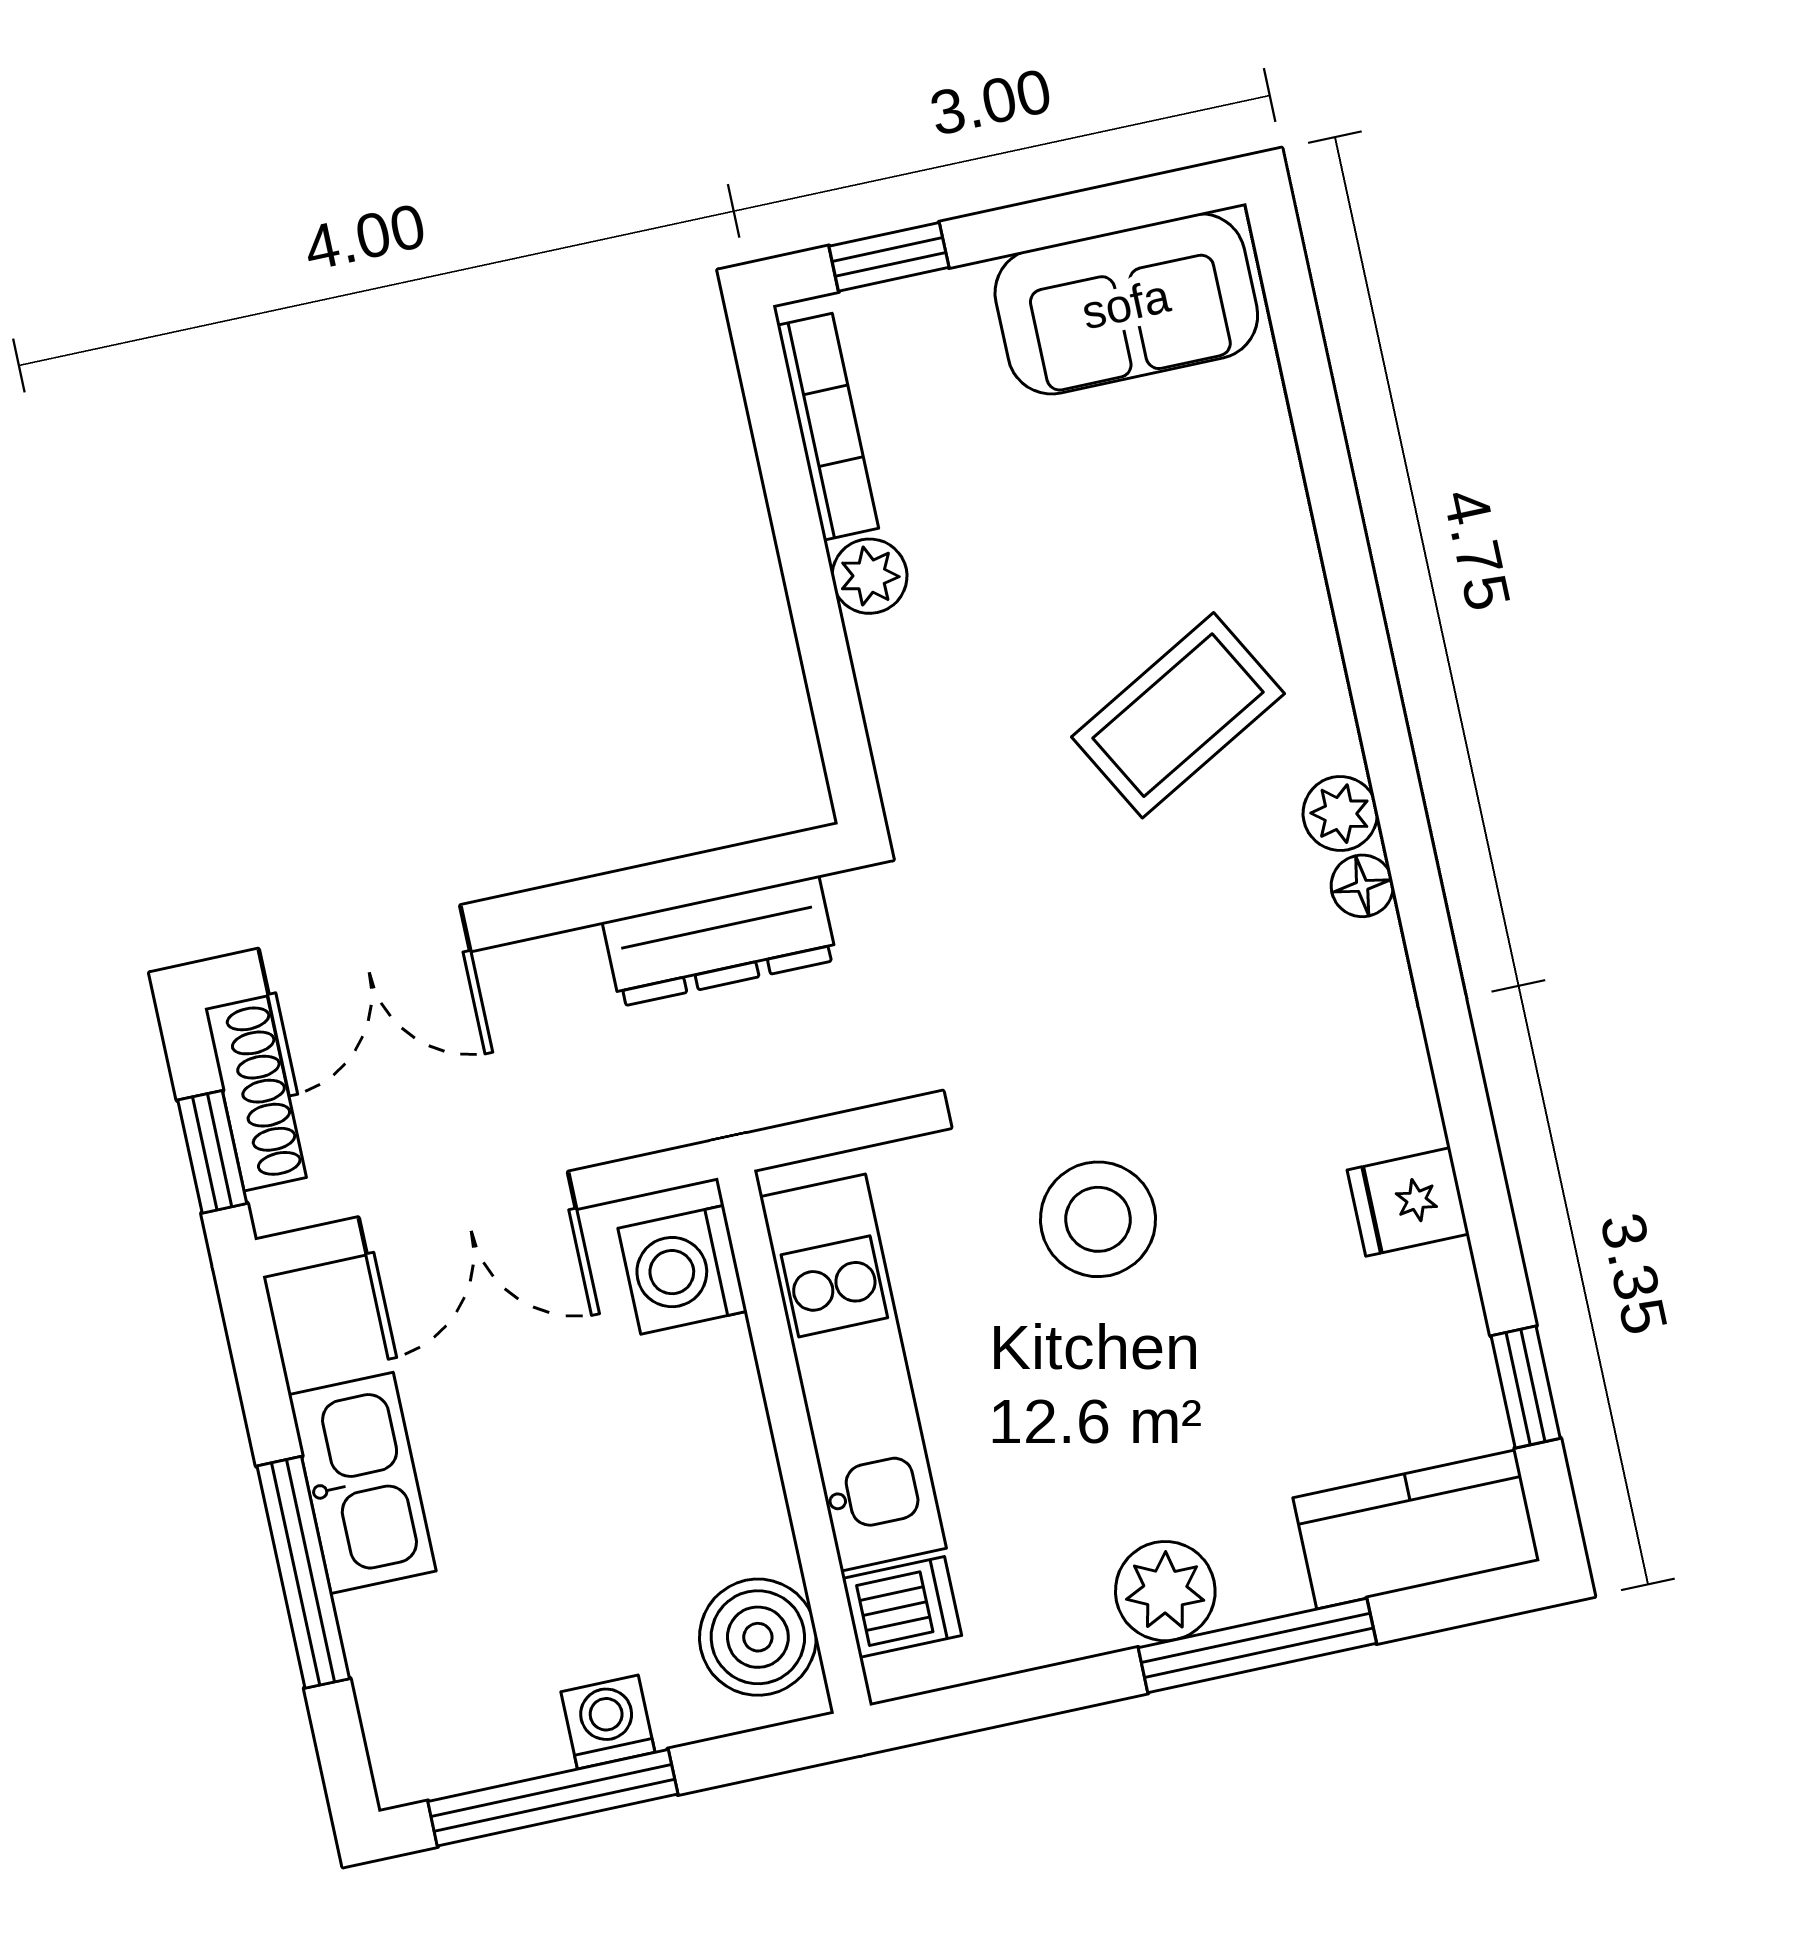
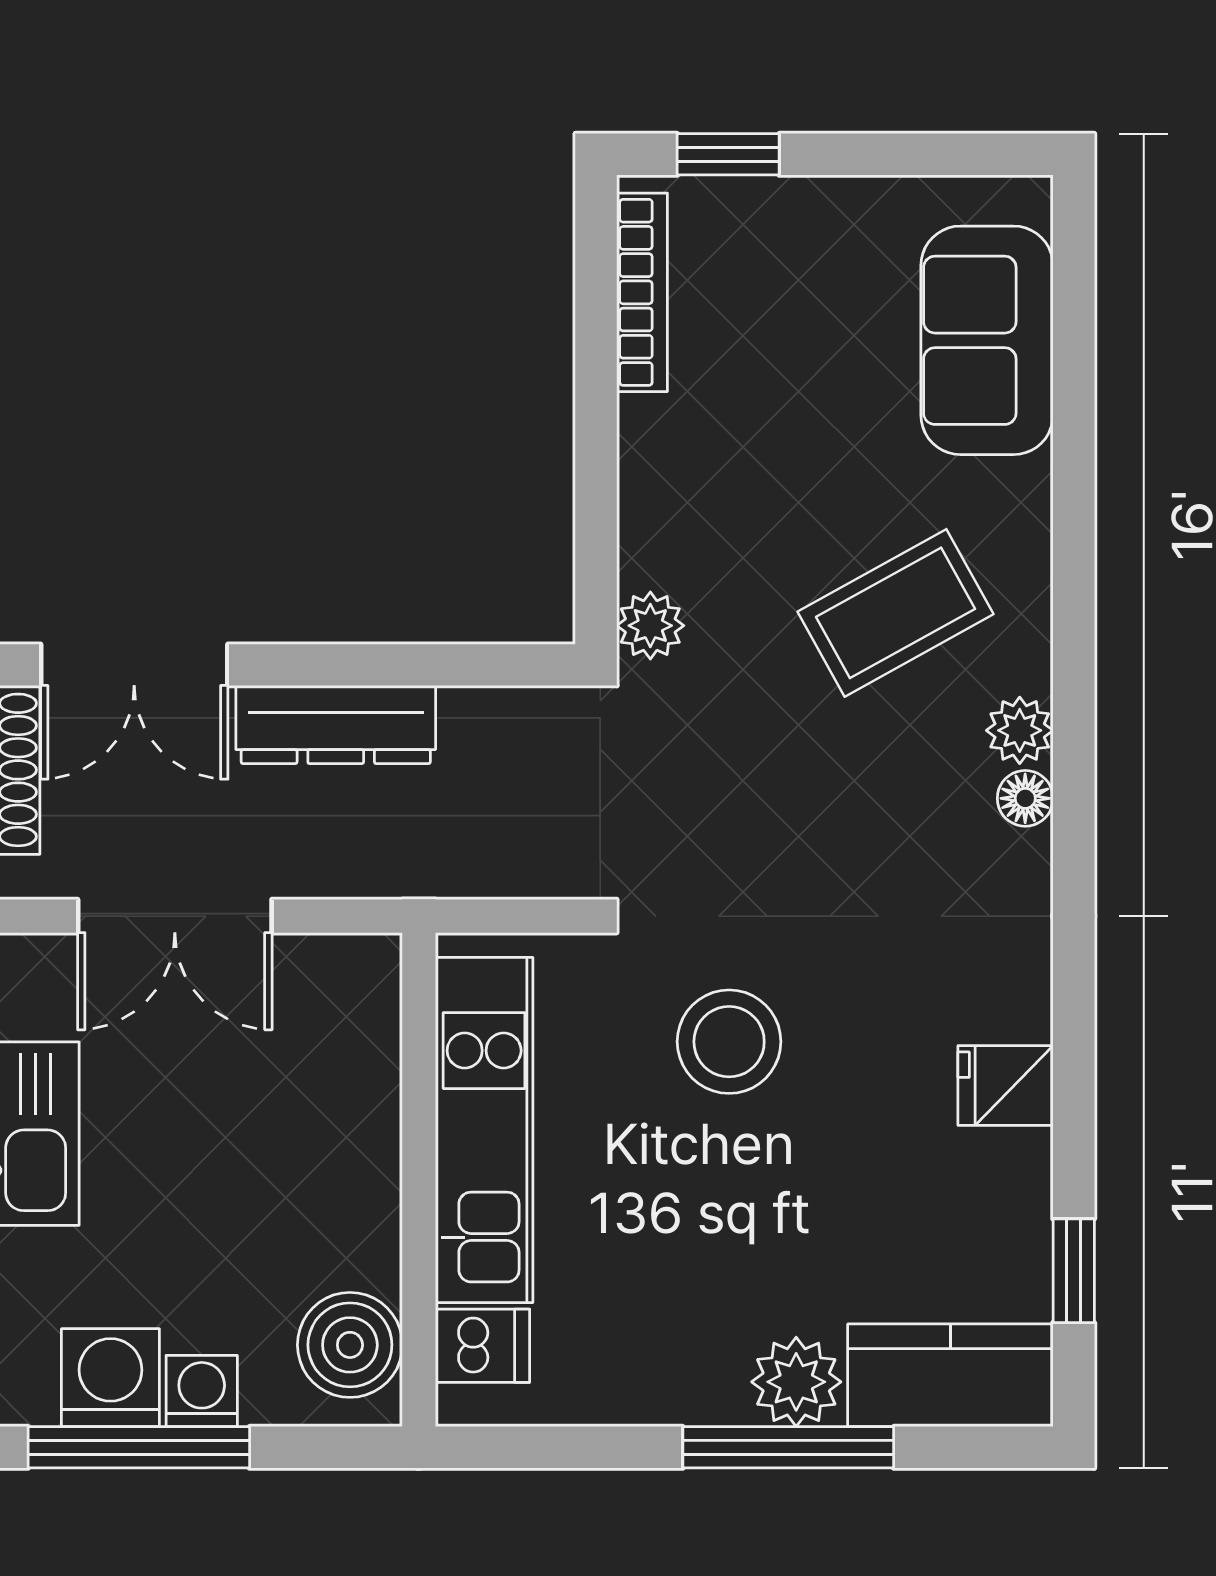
sofa: (1126, 304) -> (987, 340), moved, turned 90
plant: (870, 576) -> (650, 626), moved
dresser: (720, 941) -> (336, 725), moved
washing machine: (682, 1270) -> (110, 1378), moved, turned 90
plant: (1165, 1591) -> (796, 1382), moved

